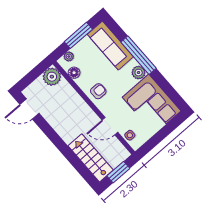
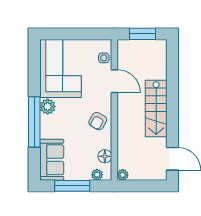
sofa: (110, 45) -> (52, 160), width x0.73
plant: (52, 77) -> (123, 175), width x0.53, depth x0.53
armchair: (98, 91) -> (98, 121), turned -61
stairs: (91, 158) -> (156, 109), moved

